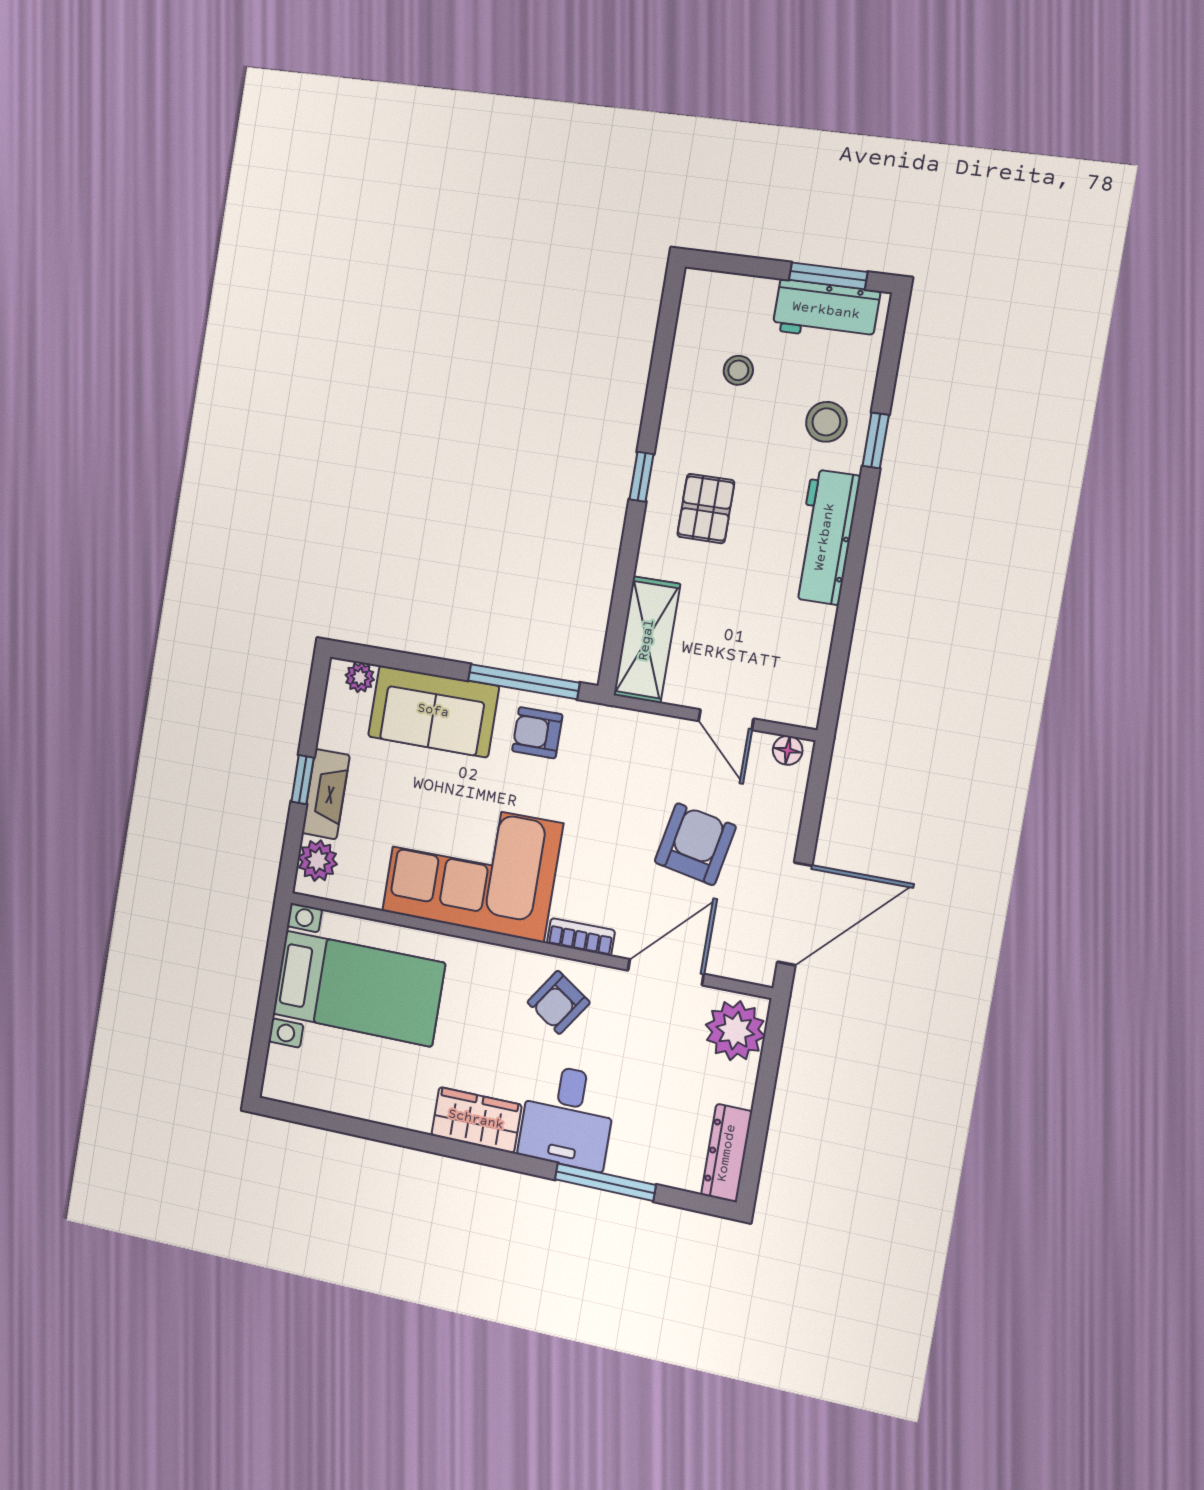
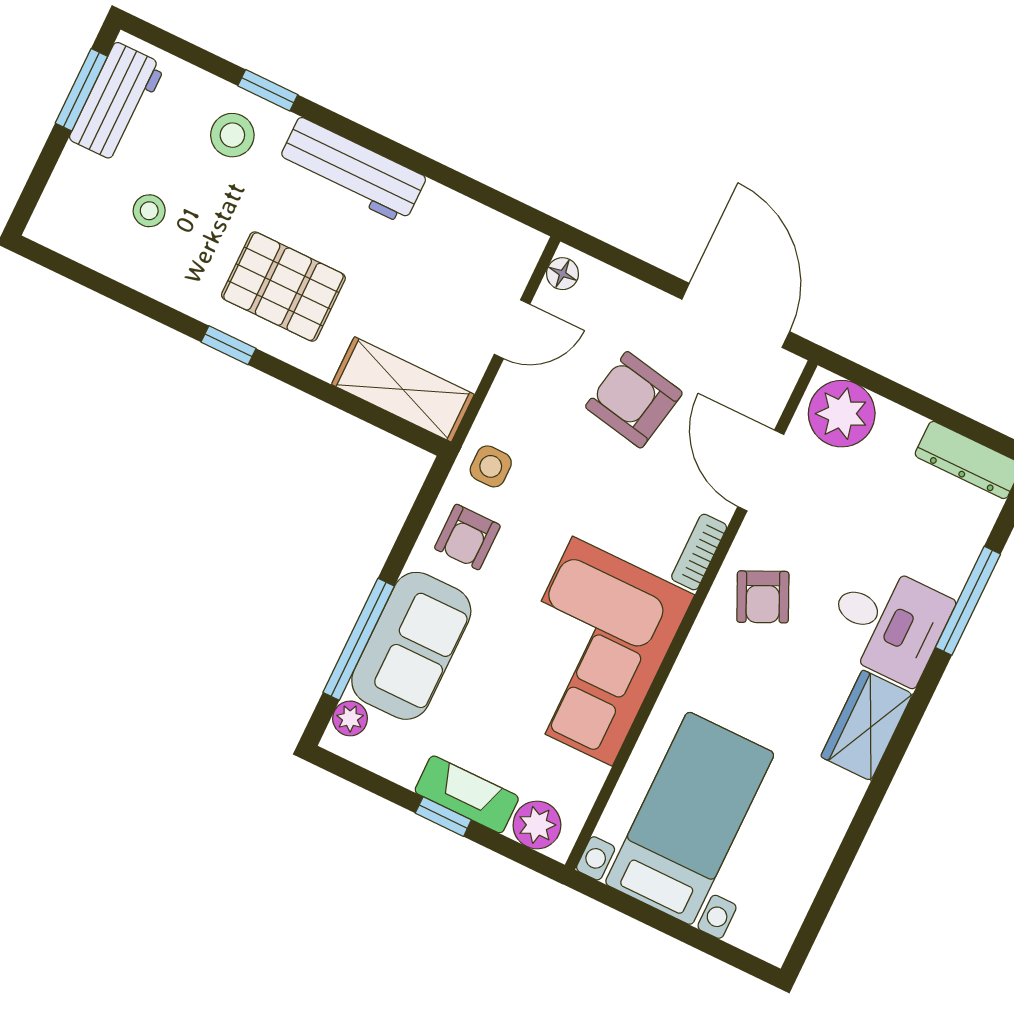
pallet: (706, 509) -> (283, 287), width x1.50, depth x1.42
window: (524, 682) -> (359, 639), moved
side table: (603, 735) -> (491, 466), added
armchair: (559, 1002) -> (763, 597), turned 31

